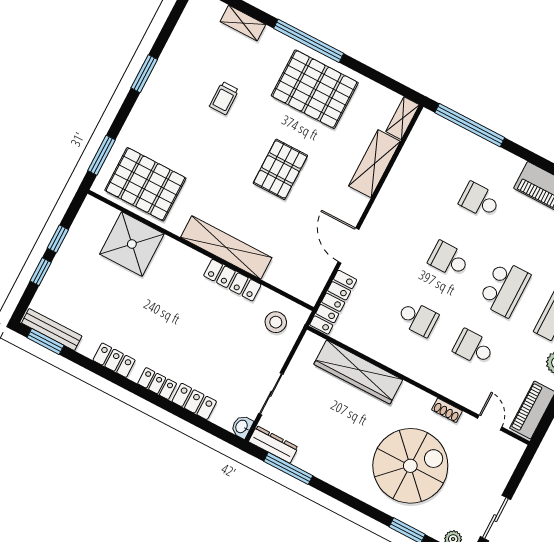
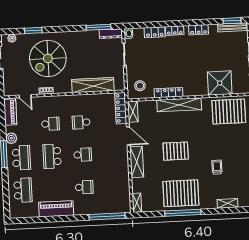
window: (309, 41) -> (183, 213), moved
shelving: (375, 164) -> (137, 162), moved
pallet: (280, 169) -> (176, 151), turned 90
shelving: (315, 284) -> (133, 112), added

